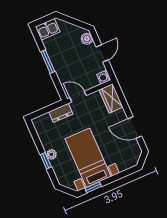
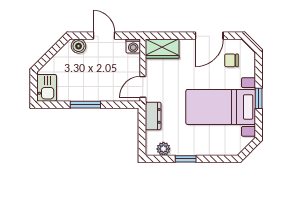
chair: (124, 151) -> (231, 60), added
plant: (51, 154) -> (163, 149), moved
window: (46, 161) -> (186, 159), moved
window: (93, 187) -> (259, 98), moved

